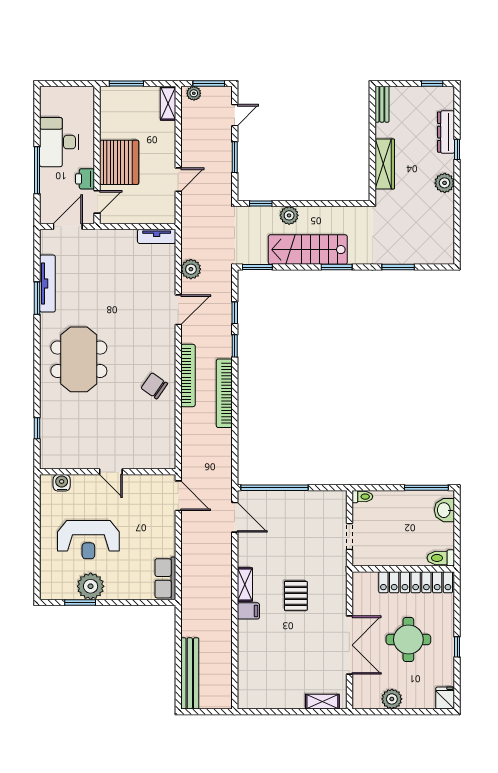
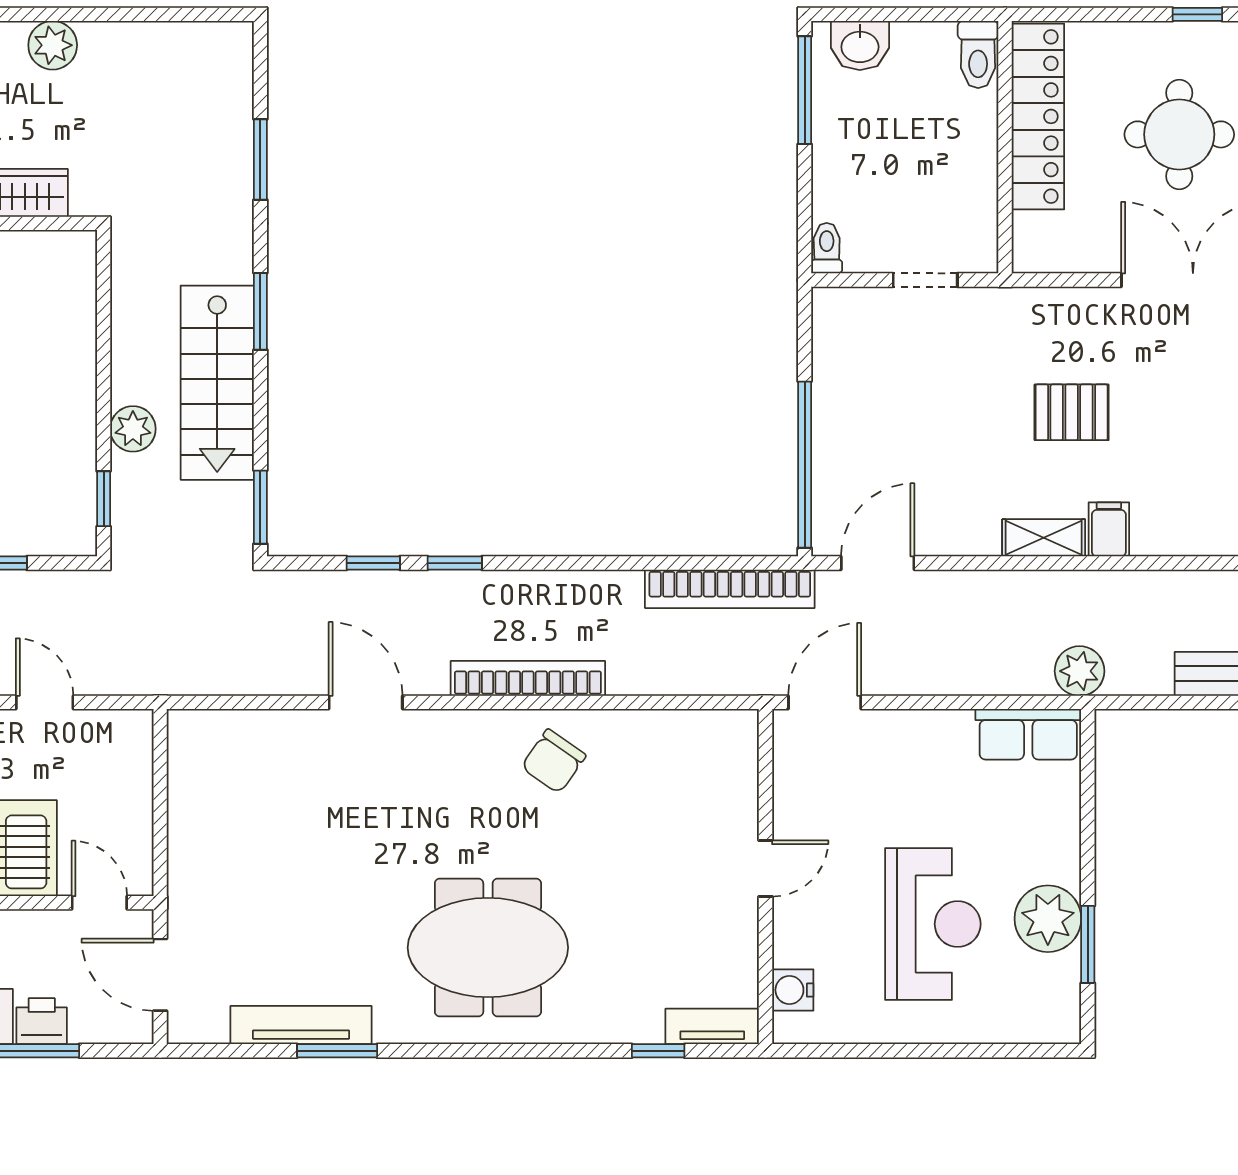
printer: (85, 179) -> (42, 1021), moved, turned 180
tv unit: (157, 236) -> (712, 1026), moved, turned -90
plant: (191, 269) -> (1080, 671), moved
bookcase: (224, 393) -> (730, 589), moved

